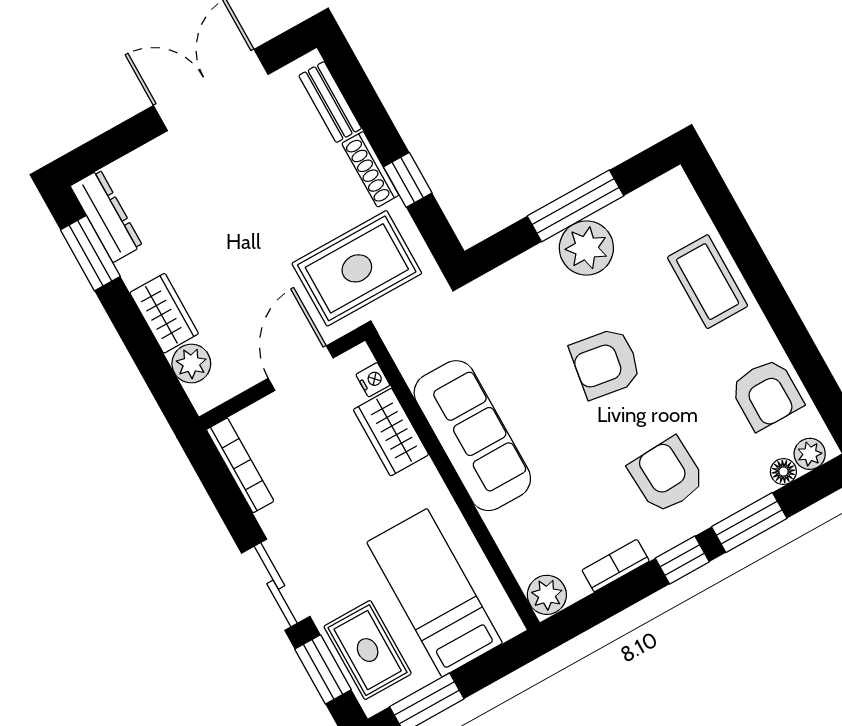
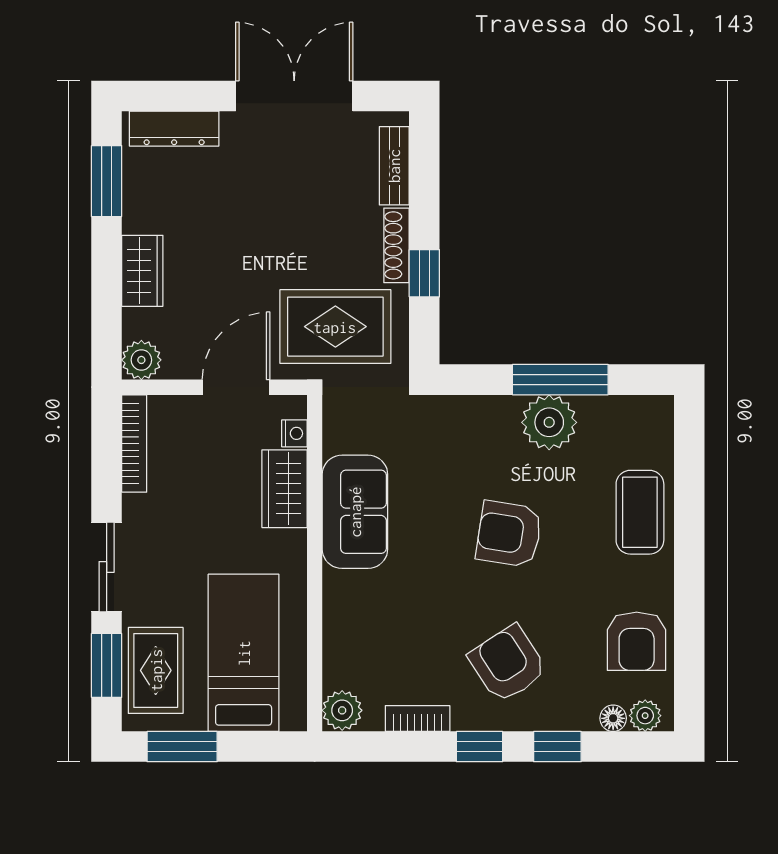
dresser: (106, 216) -> (174, 129), moved, turned 90
plant: (191, 364) -> (141, 360), moved
sofa: (472, 436) -> (355, 512), width x0.73
armchair: (667, 475) -> (508, 664), turned -30
window: (749, 523) -> (557, 747), width x0.67

